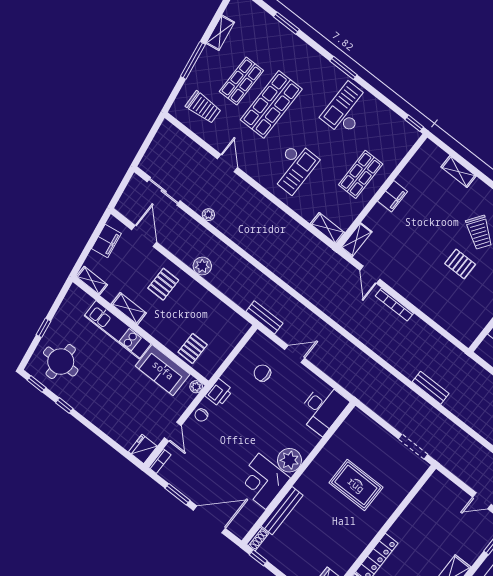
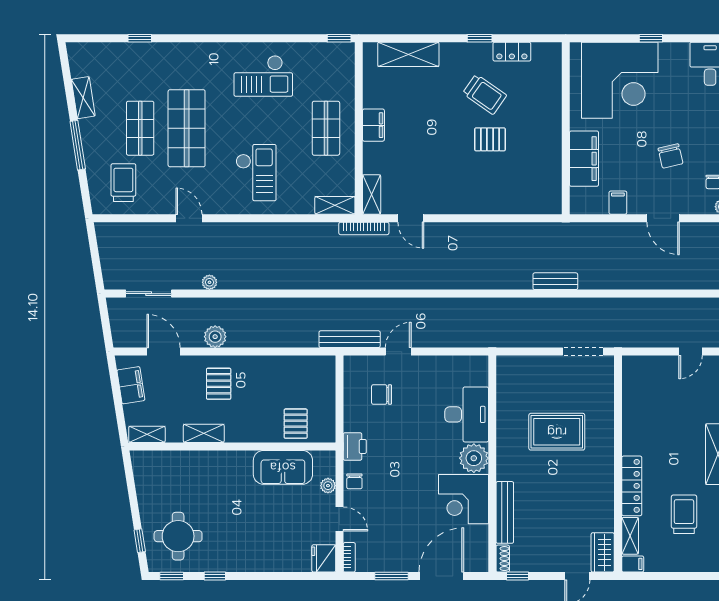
window: (286, 23) -> (140, 38), width x0.67
window: (343, 68) -> (229, 38), removed
trolley: (203, 107) -> (123, 183), turned -88
checkout: (347, 109) -> (263, 76), turned -90
shelving: (459, 172) -> (408, 54), width x1.50, depth x1.33
plant: (202, 266) -> (215, 337), moved
bookcase: (394, 305) -> (364, 228), moved
bench: (264, 317) -> (350, 339), width x1.36
window: (43, 328) -> (140, 541), moved
kitchen unit: (118, 330) -> (209, 462), removed
plant: (196, 387) -> (328, 486), moved
desk: (323, 409) -> (467, 414), moved

